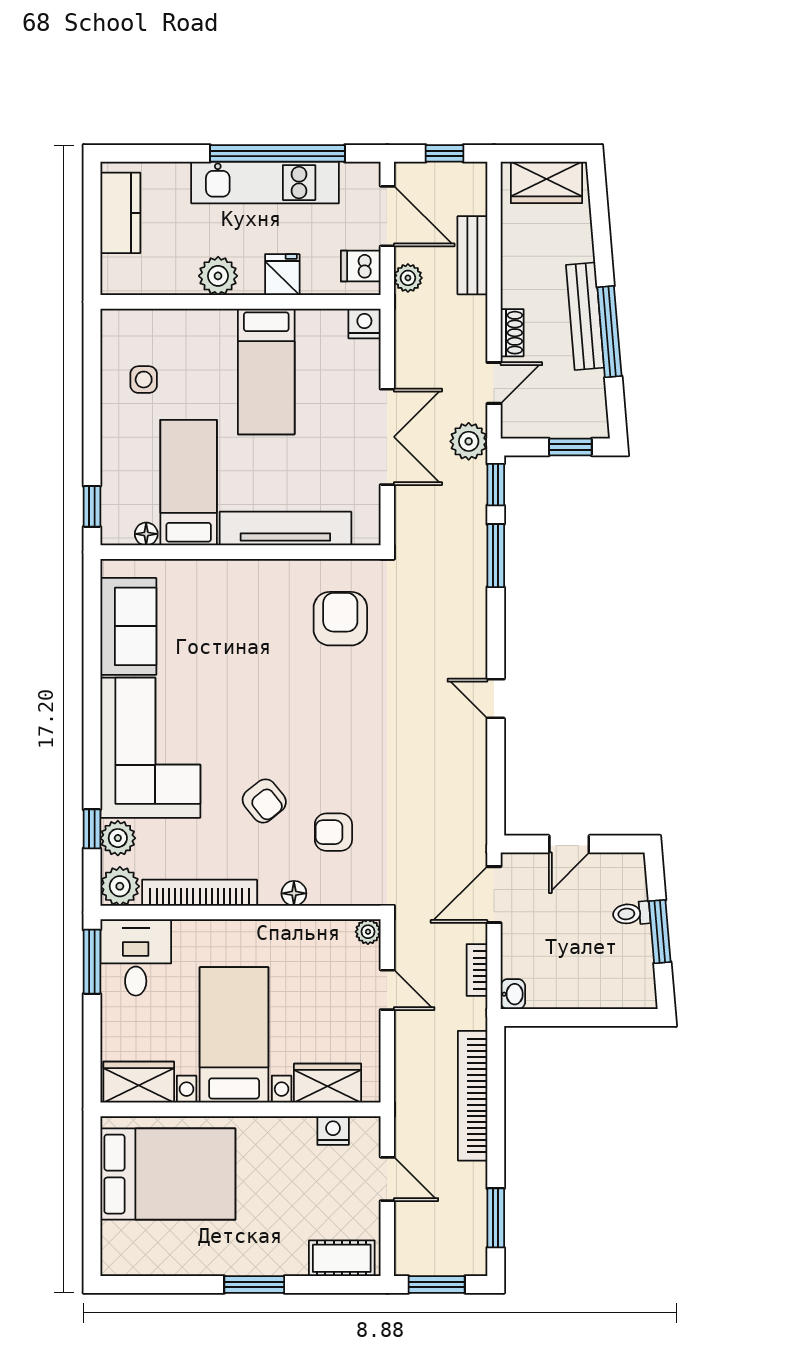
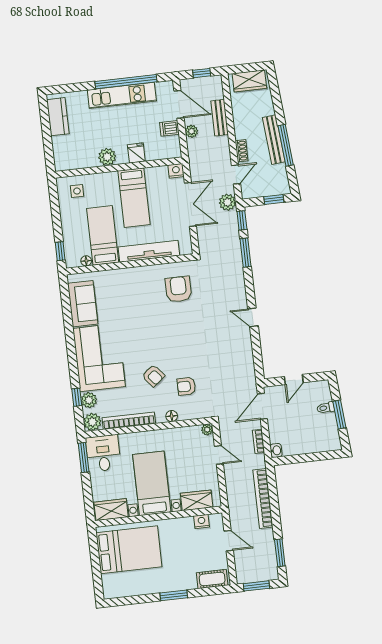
fridge: (282, 275) -> (136, 153), moved
plant: (218, 276) -> (107, 157), moved
wall: (240, 302) -> (119, 167), moved
nightstand: (364, 323) -> (176, 171), moved
bed: (266, 371) -> (134, 198), moved

